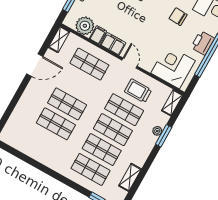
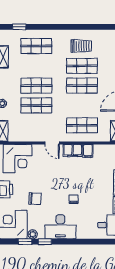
plant: (85, 26) -> (102, 152), removed
trolley: (138, 91) -> (81, 46), moved
shop shelf: (102, 150) -> (36, 66), removed

